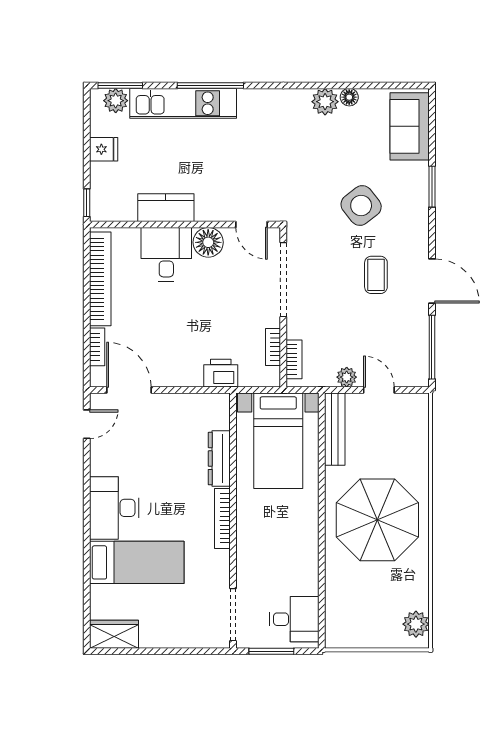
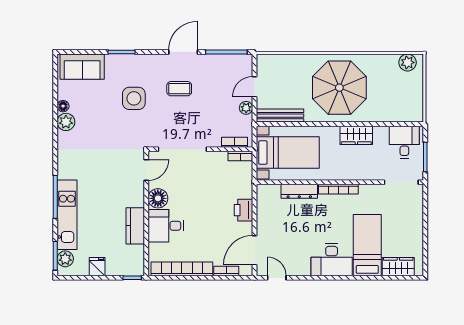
side table: (361, 206) -> (134, 98), turned 38
bookcase: (273, 347) -> (240, 156), moved
printer: (221, 373) -> (243, 210), moved
wardrobe: (304, 546) -> (356, 135), added
wardrobe: (114, 634) -> (398, 267), moved, turned 90

